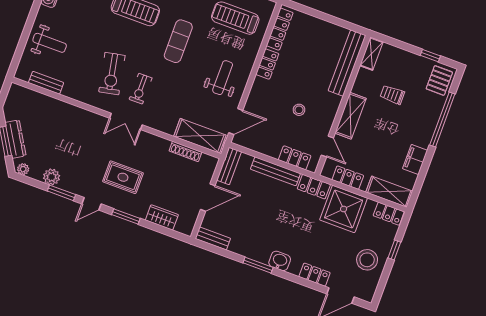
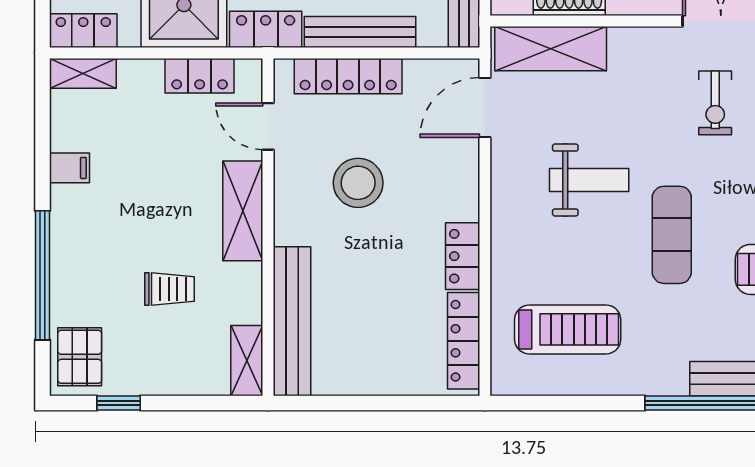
weight bench: (223, 78) -> (589, 180), moved, turned -90
exercise bike: (141, 89) -> (715, 103), turned 180
stool: (299, 110) -> (358, 183), width x1.89, depth x1.89
locker: (295, 158) -> (348, 76), width x1.53
filing cabinet: (415, 159) -> (69, 168), width x0.50
shelving: (389, 192) -> (83, 73), width x0.67, depth x0.75

